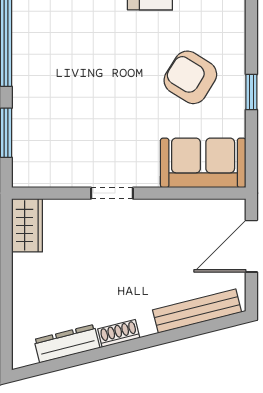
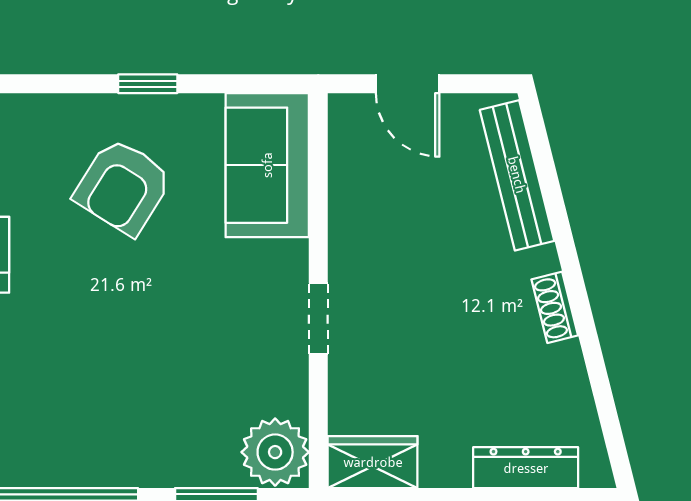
plant: (33, 168) -> (275, 452), added
door: (251, 246) -> (408, 84), width x0.73
dresser: (67, 344) -> (526, 468), moved, turned 104

